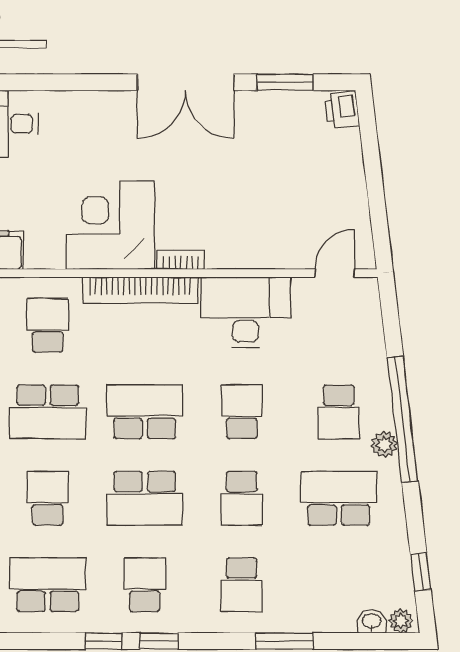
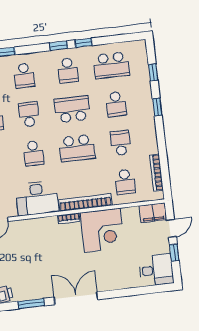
school desk: (48, 412) -> (121, 143), width x0.54
school desk: (242, 585) -> (24, 75), turned 180

